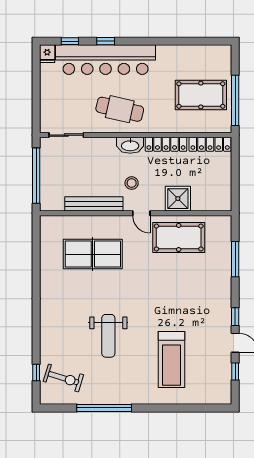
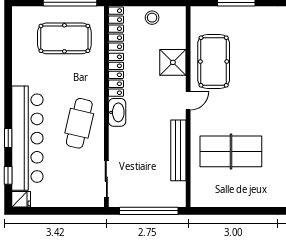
pool table: (201, 95) -> (64, 38), turned 90
stool: (132, 183) -> (152, 18), moved
table tennis table: (93, 254) -> (231, 151), turned 90

